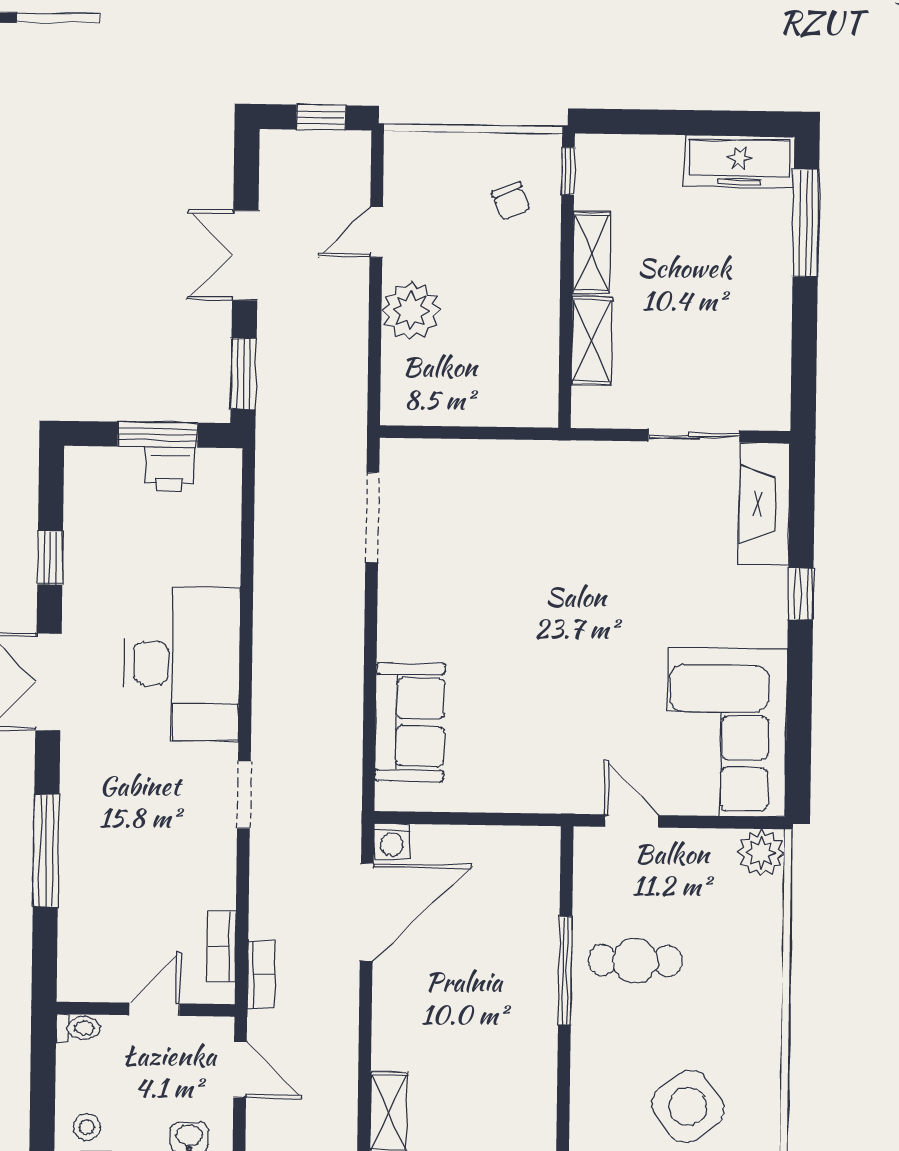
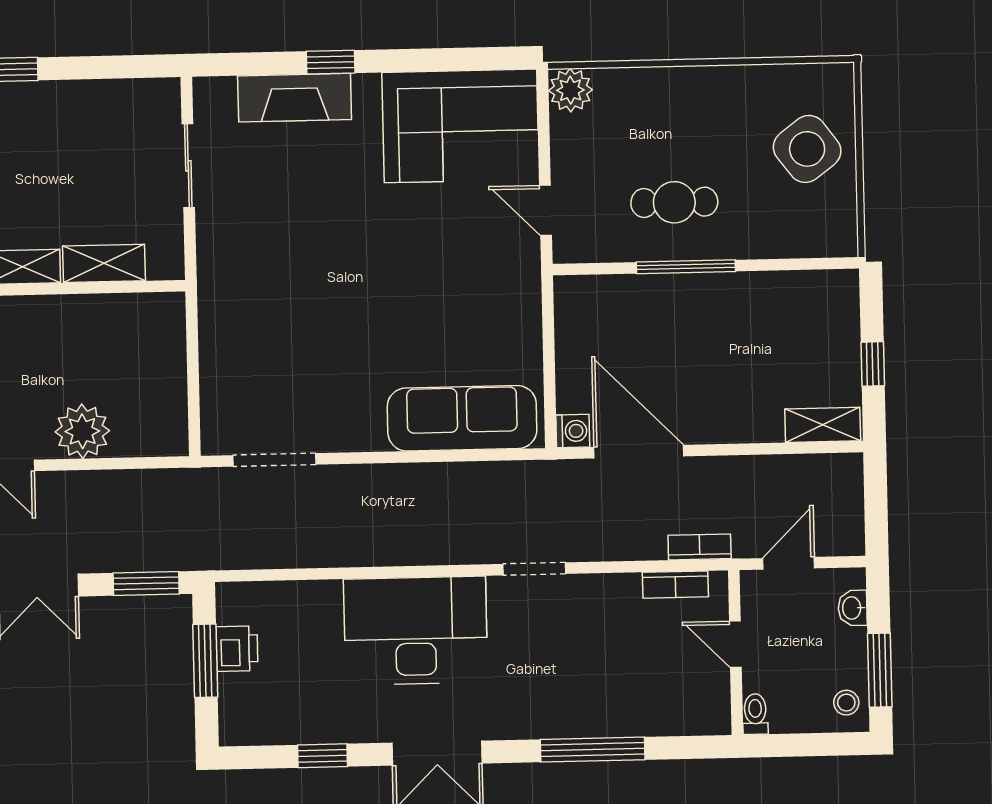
fireplace: (764, 504) -> (295, 98), moved
sofa: (410, 722) -> (462, 418), width x1.36
door: (632, 821) -> (546, 210), hinge flipped
cafe table: (635, 961) -> (674, 202), turned 90

